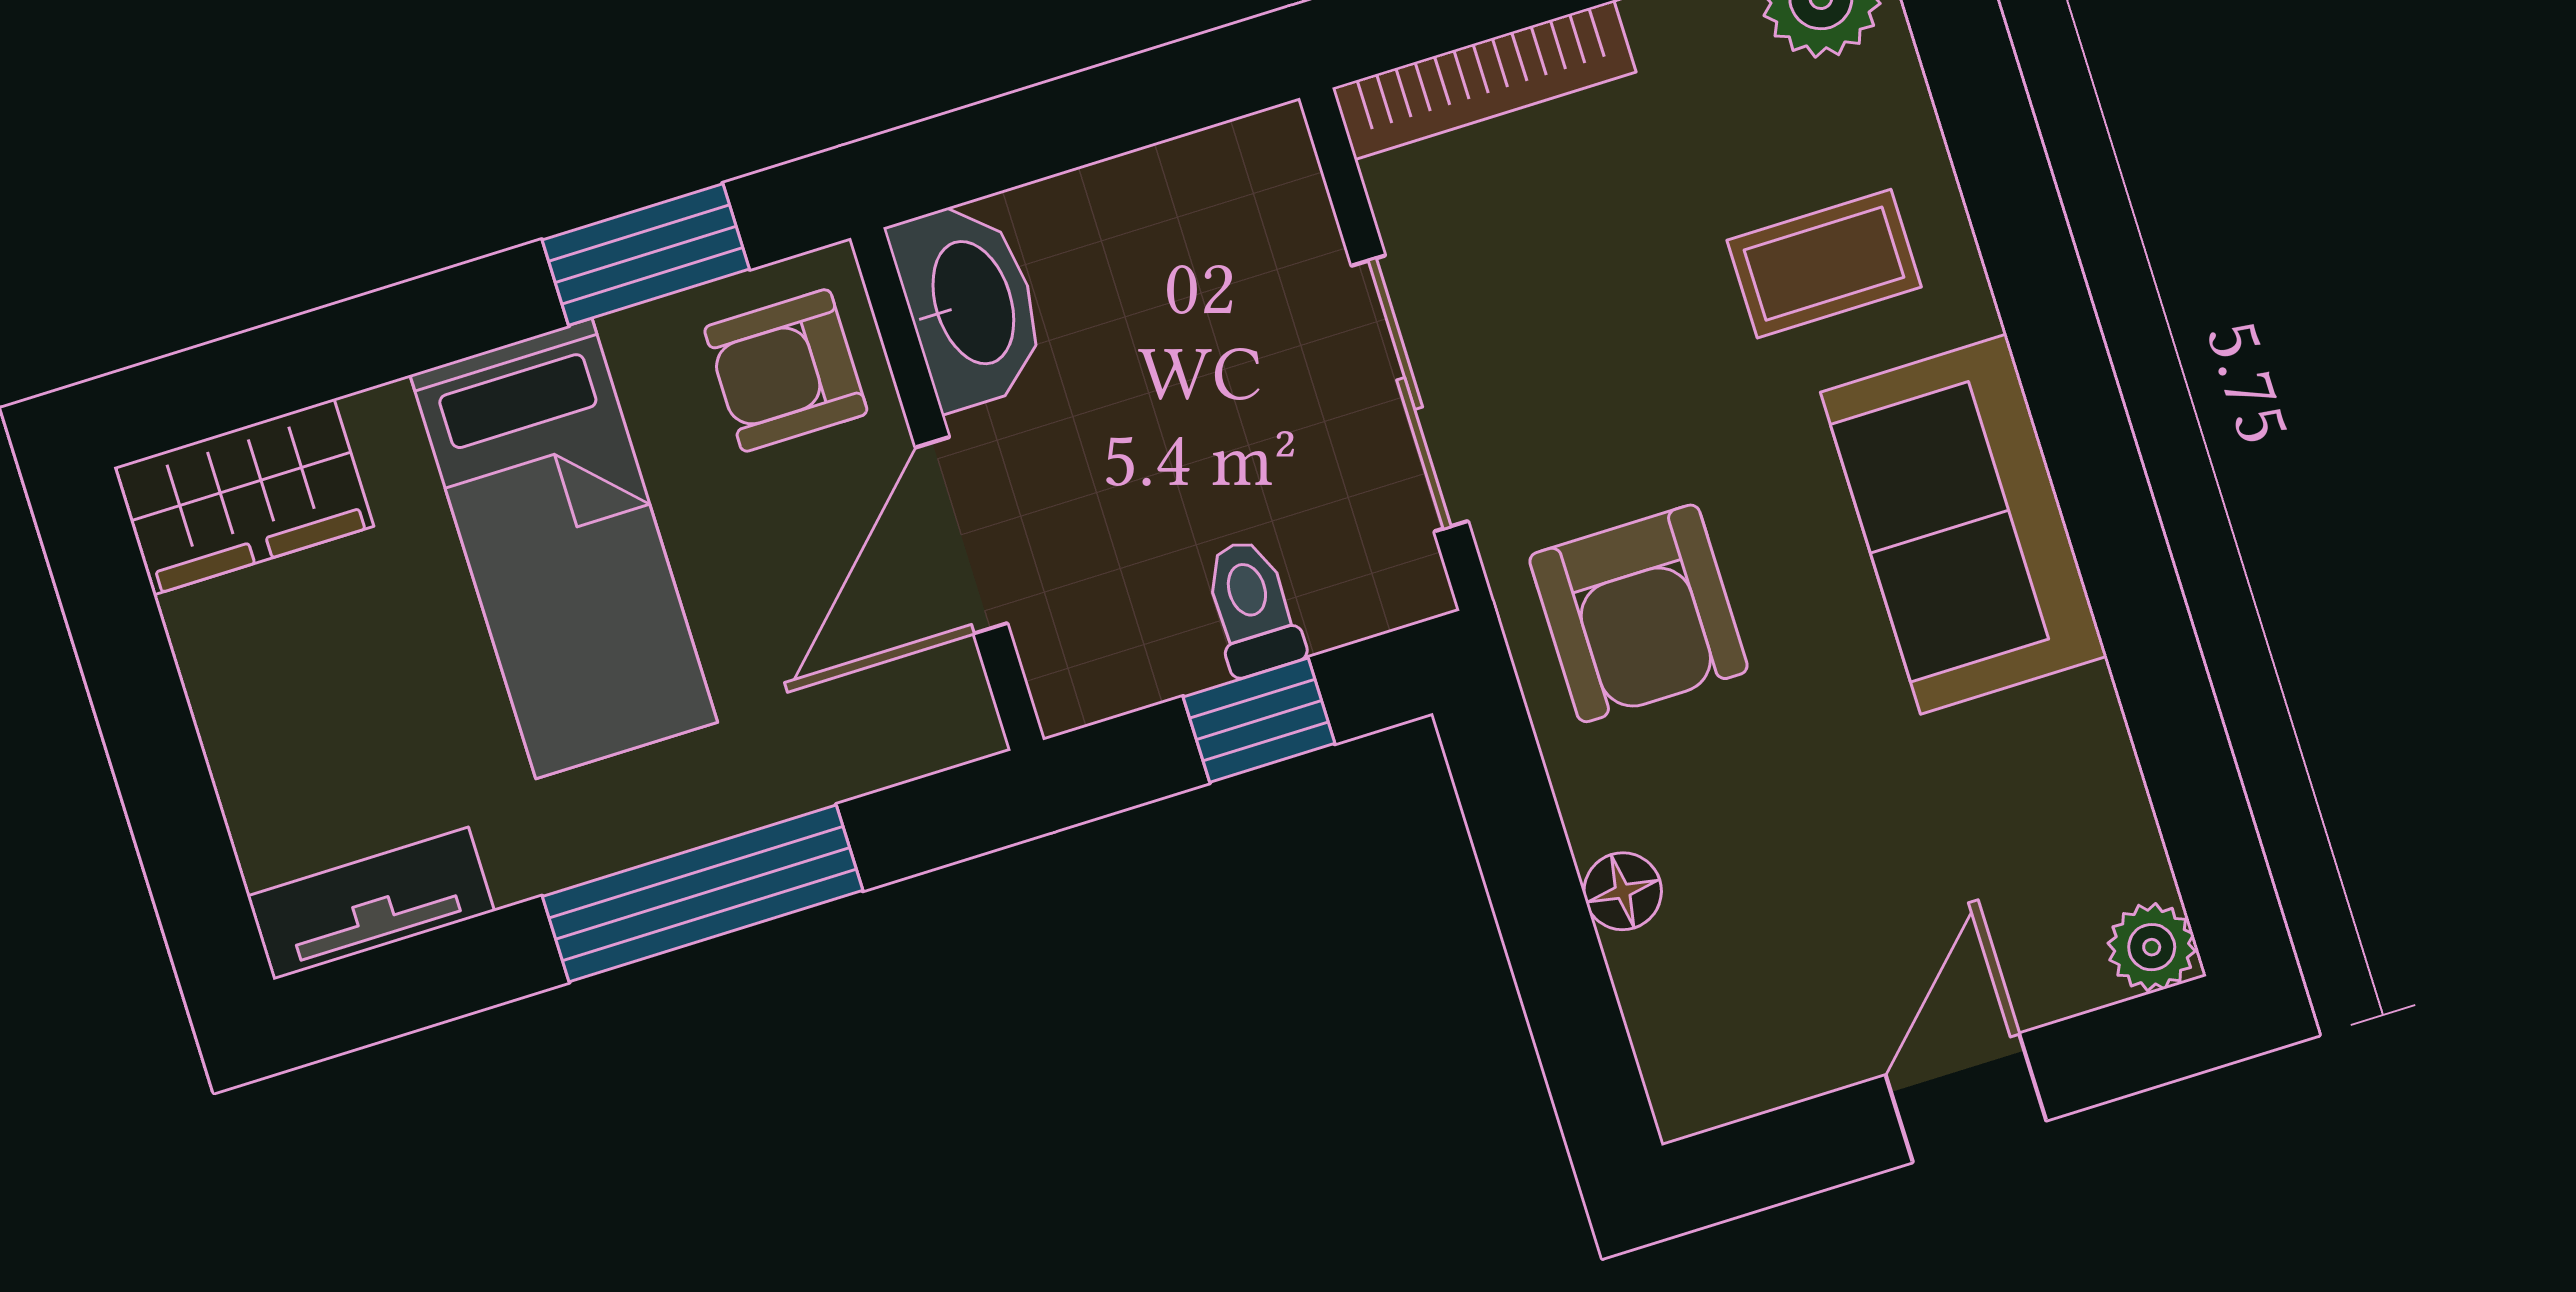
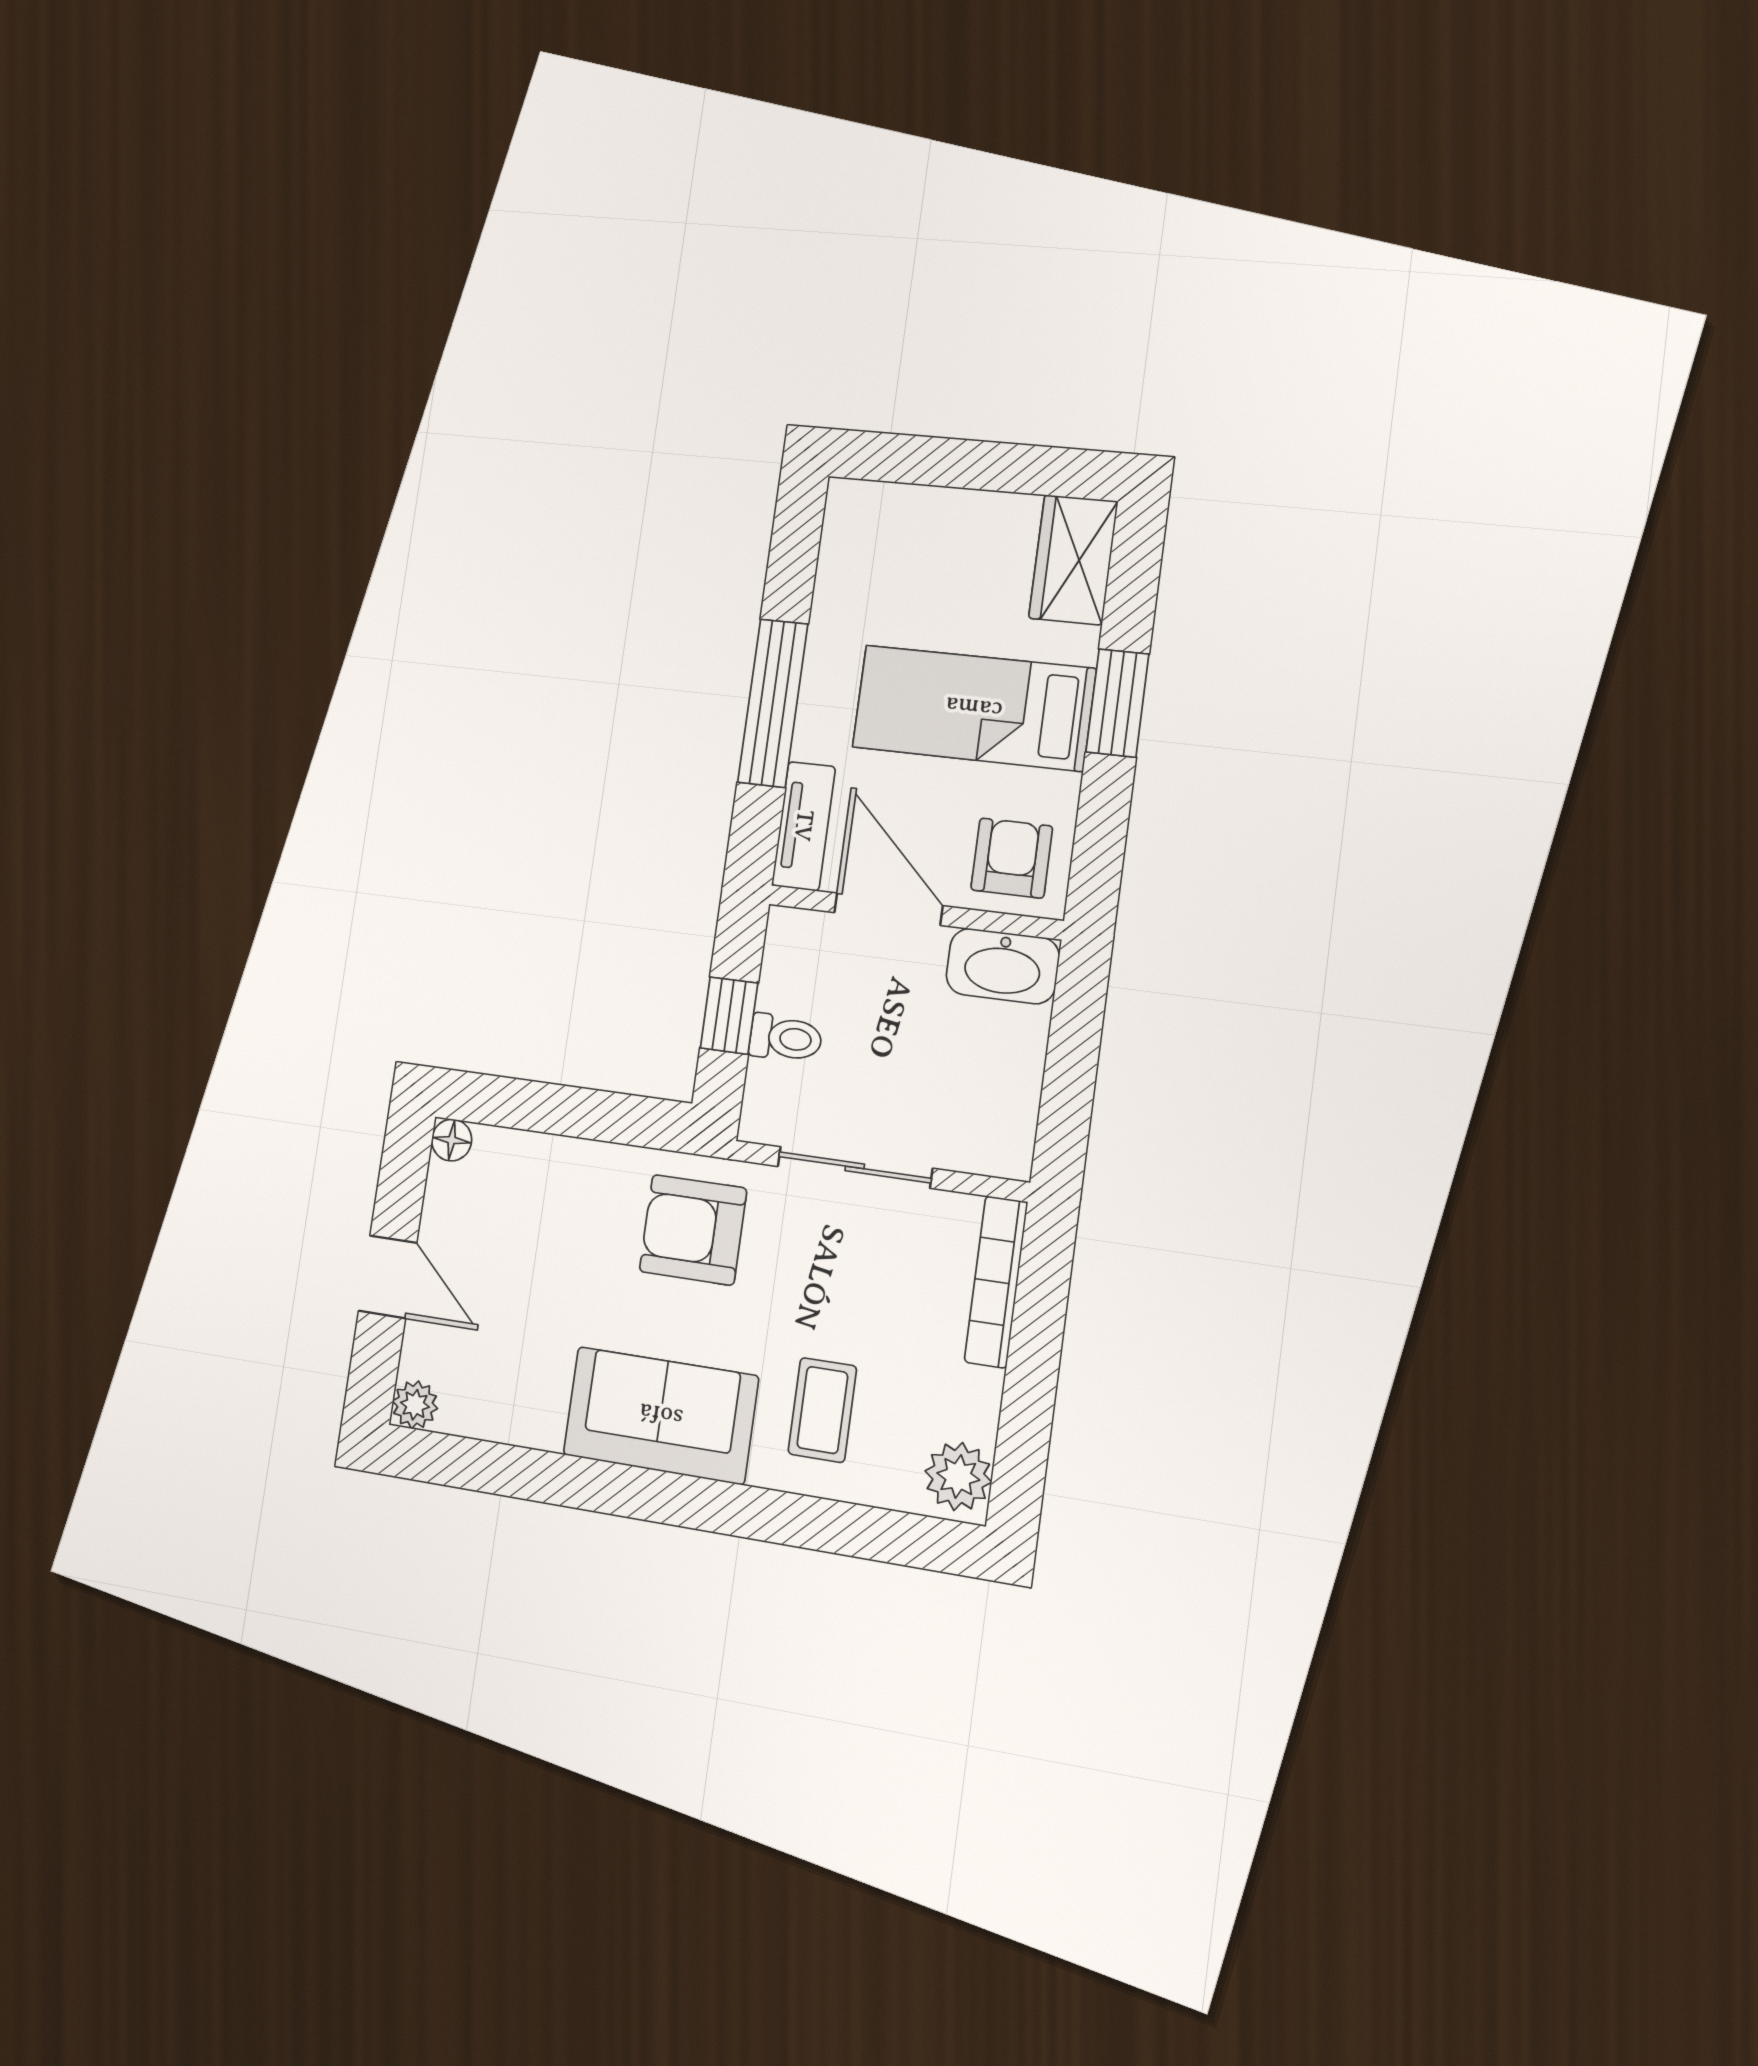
window: (646, 255) -> (1117, 703), moved
floor lamp: (1623, 891) -> (452, 1140), moved
tv unit: (371, 904) -> (804, 826), moved

